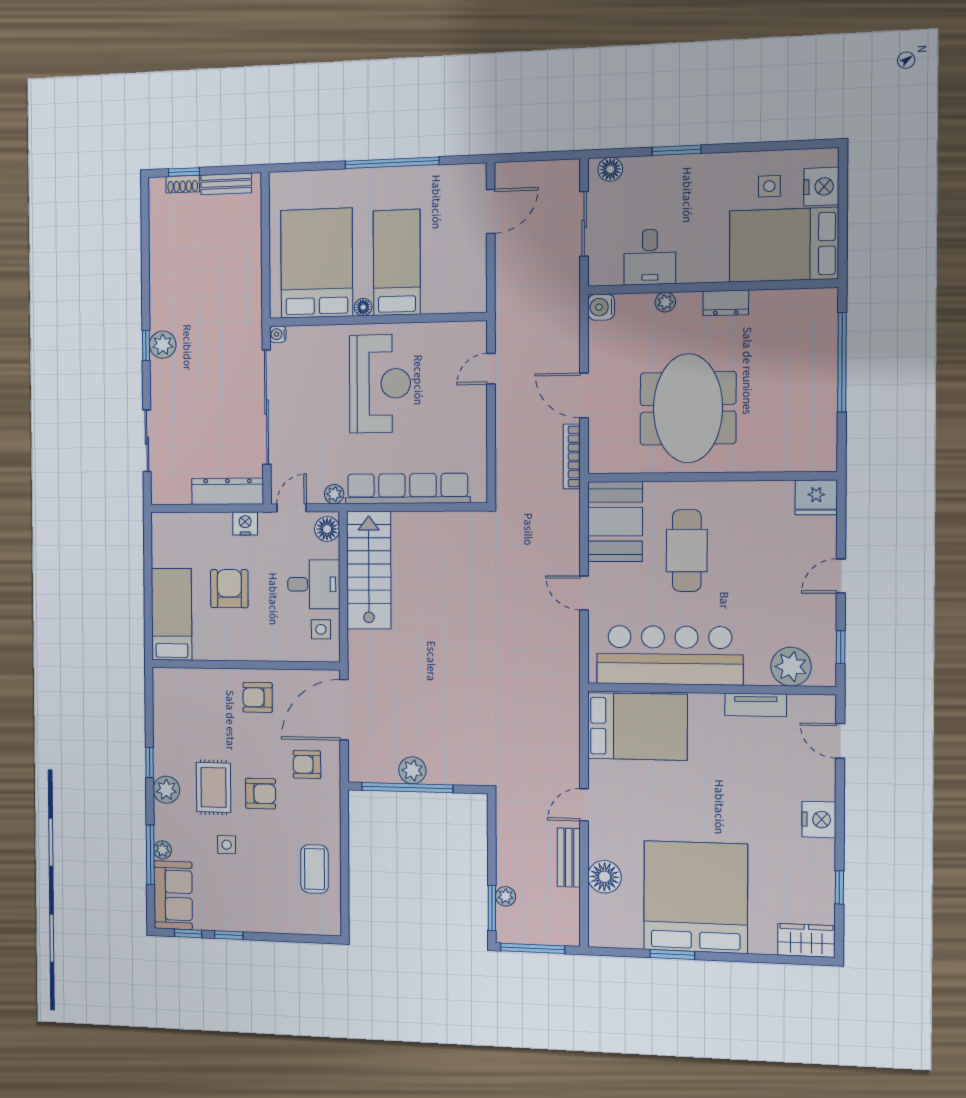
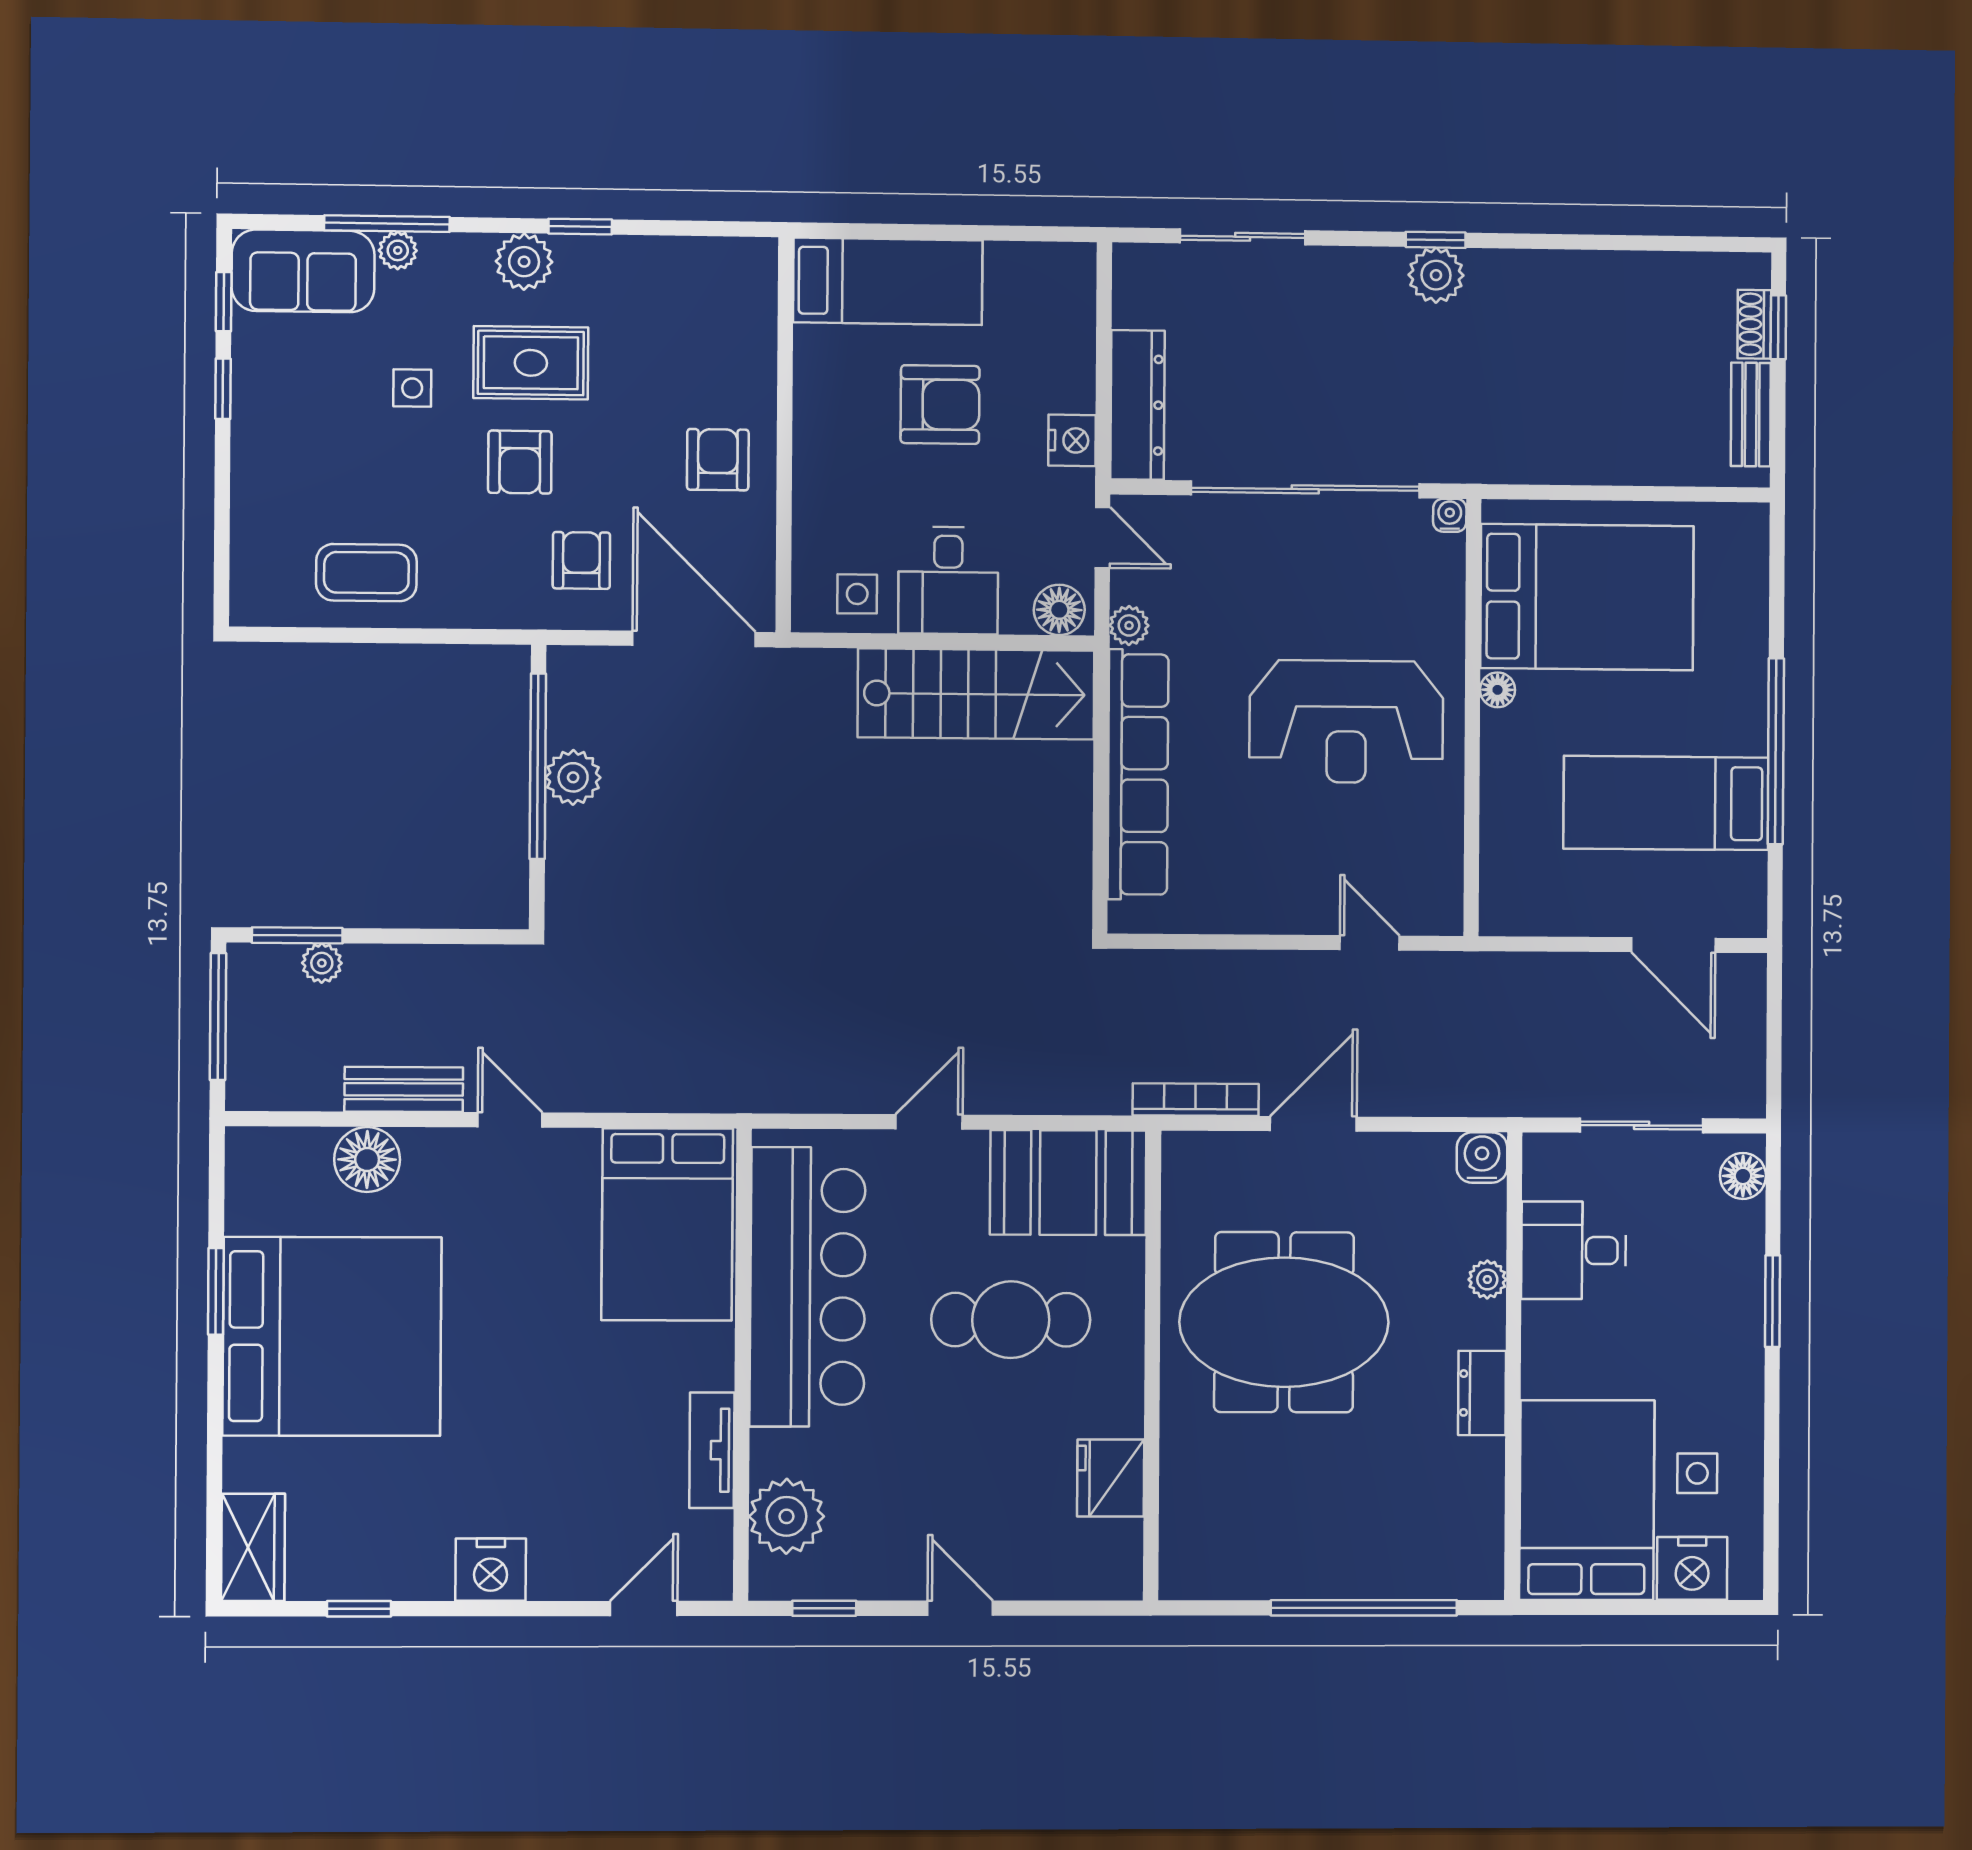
bed: (397, 263) -> (1666, 803), moved, turned 180
fridge: (816, 497) -> (1111, 1478), moved

